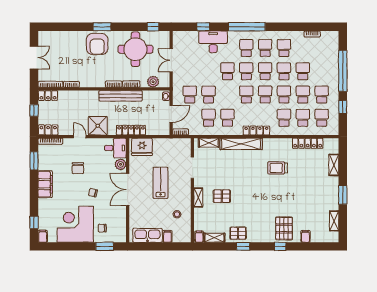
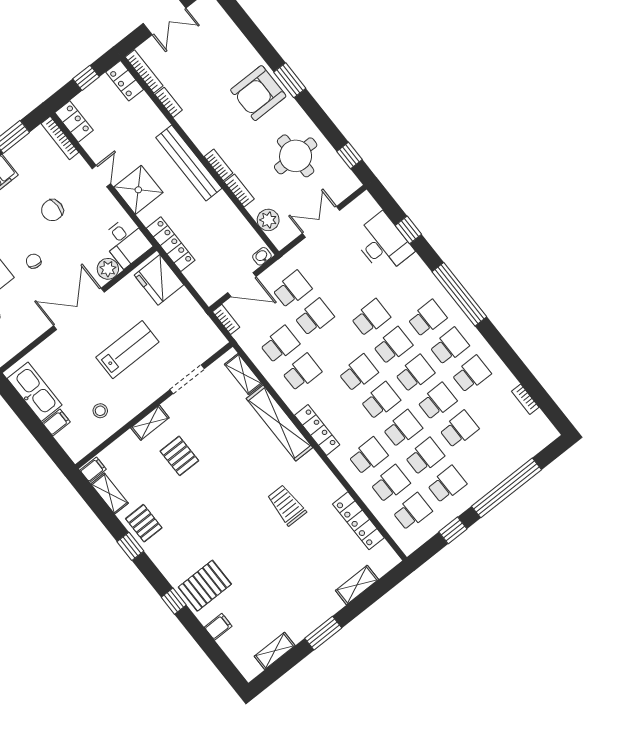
desk: (213, 42) -> (383, 244), moved
round table: (135, 49) -> (296, 156), width x0.73, depth x0.73
bench: (121, 96) -> (189, 163), moved

